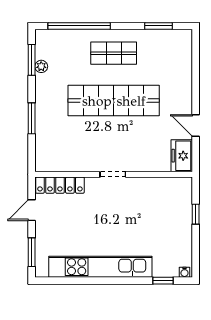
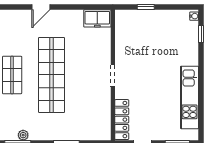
door: (196, 125) -> (41, 7), moved
kitchen unit: (100, 267) -> (190, 97), width x0.73

